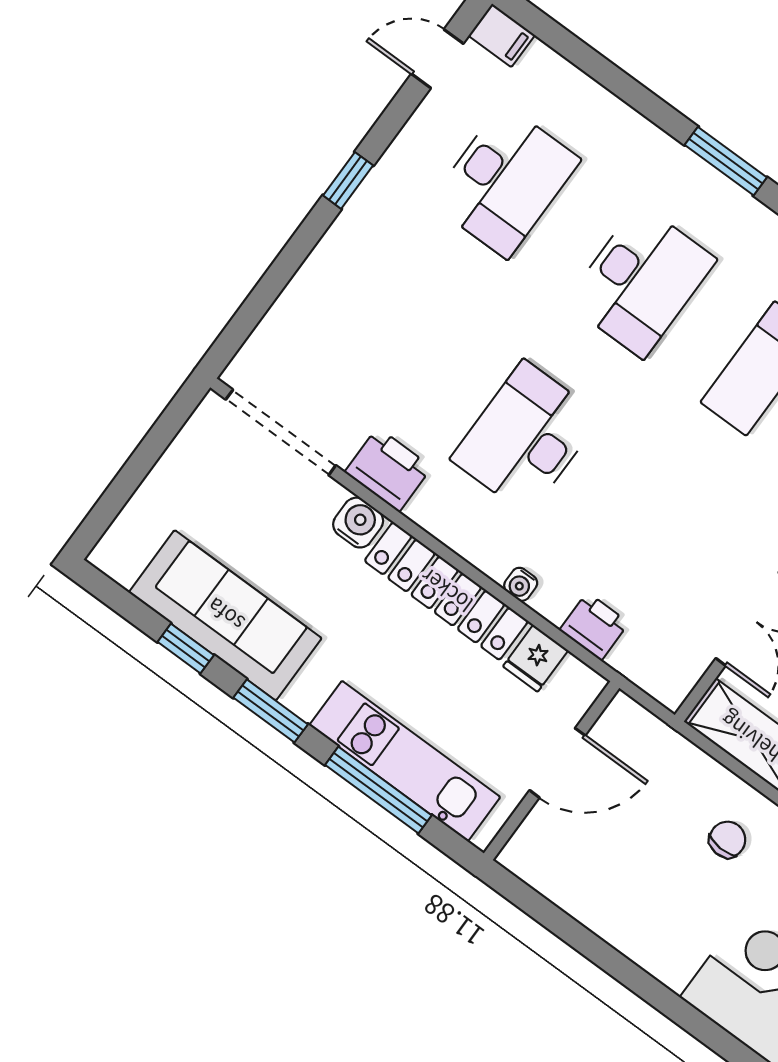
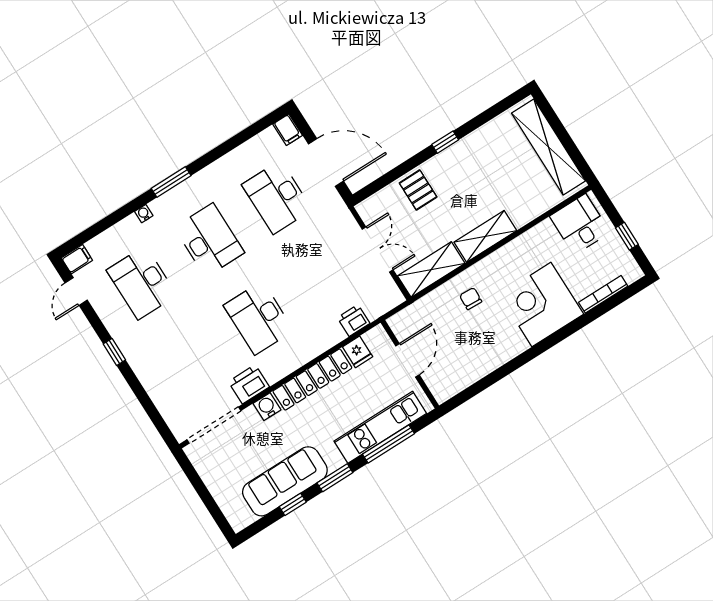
desk: (505, 181) -> (142, 283), turned 180
water cooler: (521, 584) -> (144, 214), moved, turned 180

